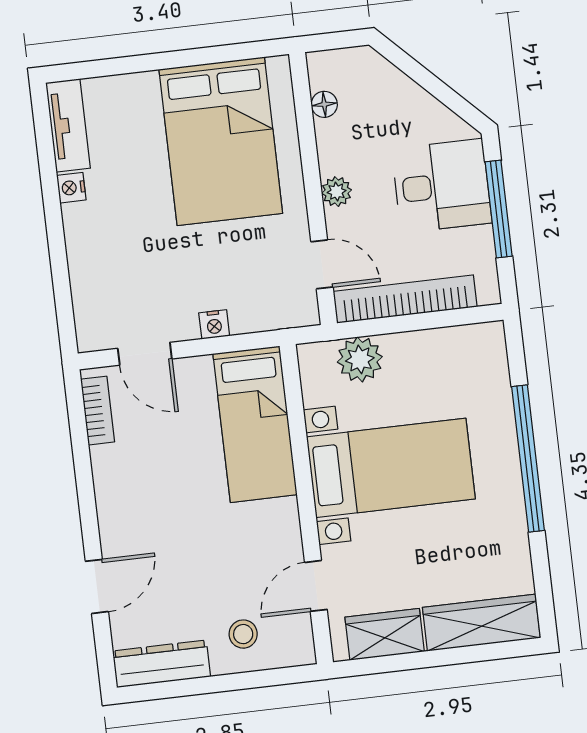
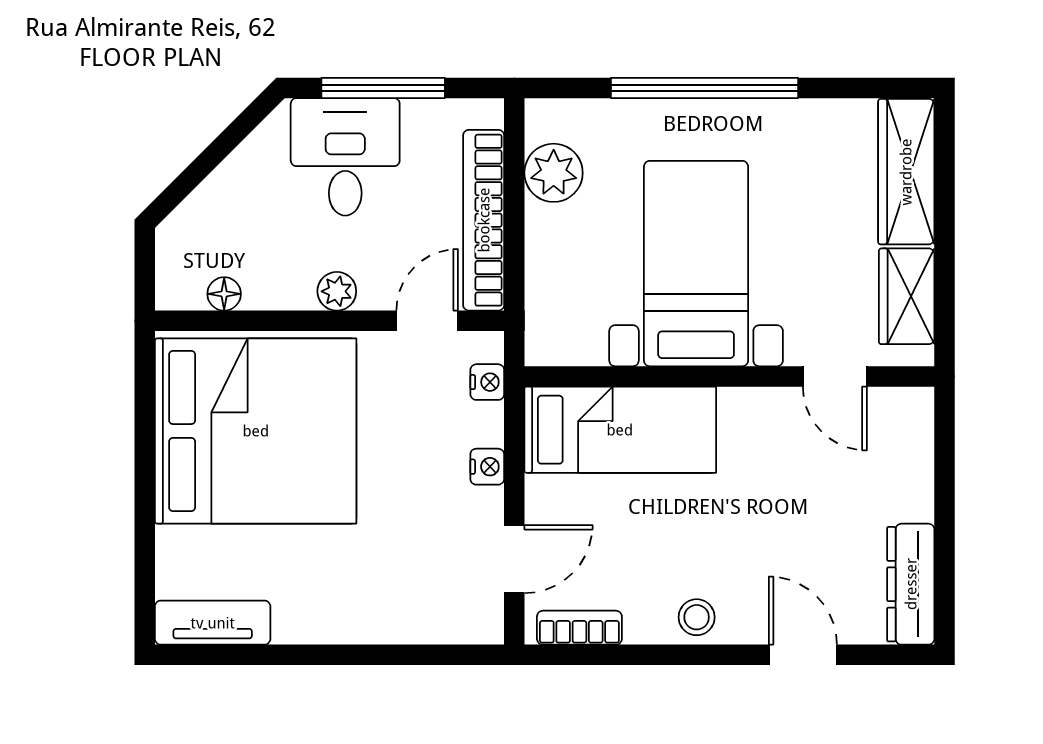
bed: (221, 141) -> (256, 431), width x1.36
nightstand: (71, 188) -> (487, 382), moved, turned -90
plant: (360, 359) -> (554, 173), moved
stool: (243, 634) -> (697, 617), moved

